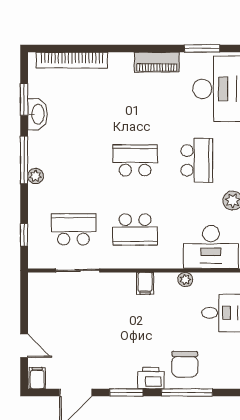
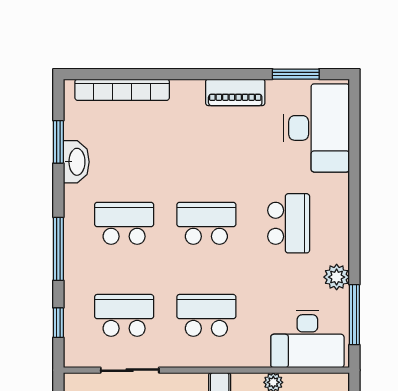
window: (24, 160) -> (58, 249), moved
school desk: (73, 160) -> (124, 223), added
plant: (36, 176) -> (74, 244), removed
school desk: (135, 229) -> (206, 315), turned 180

